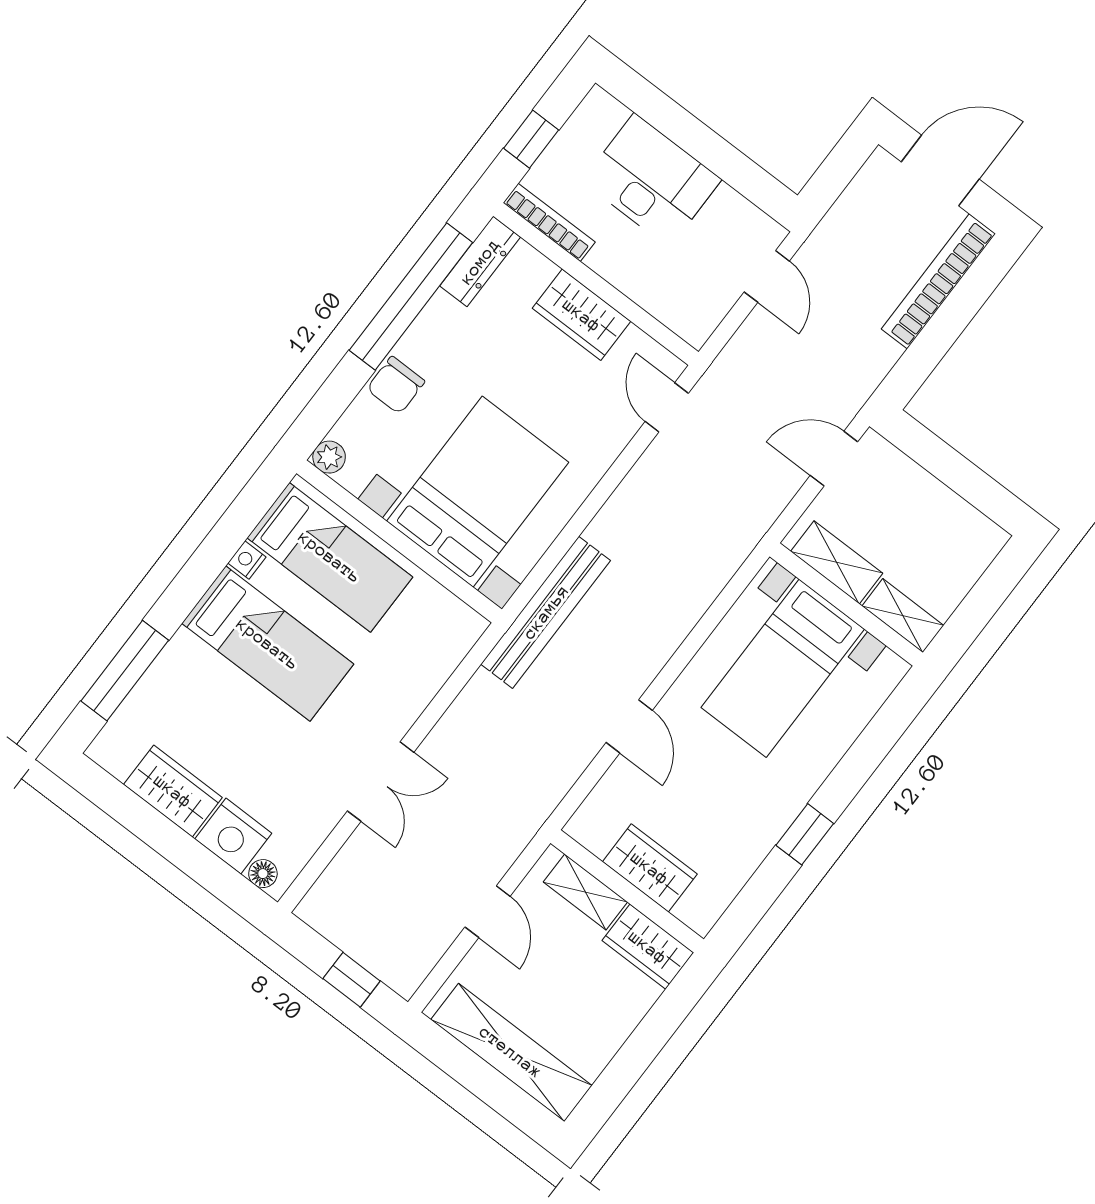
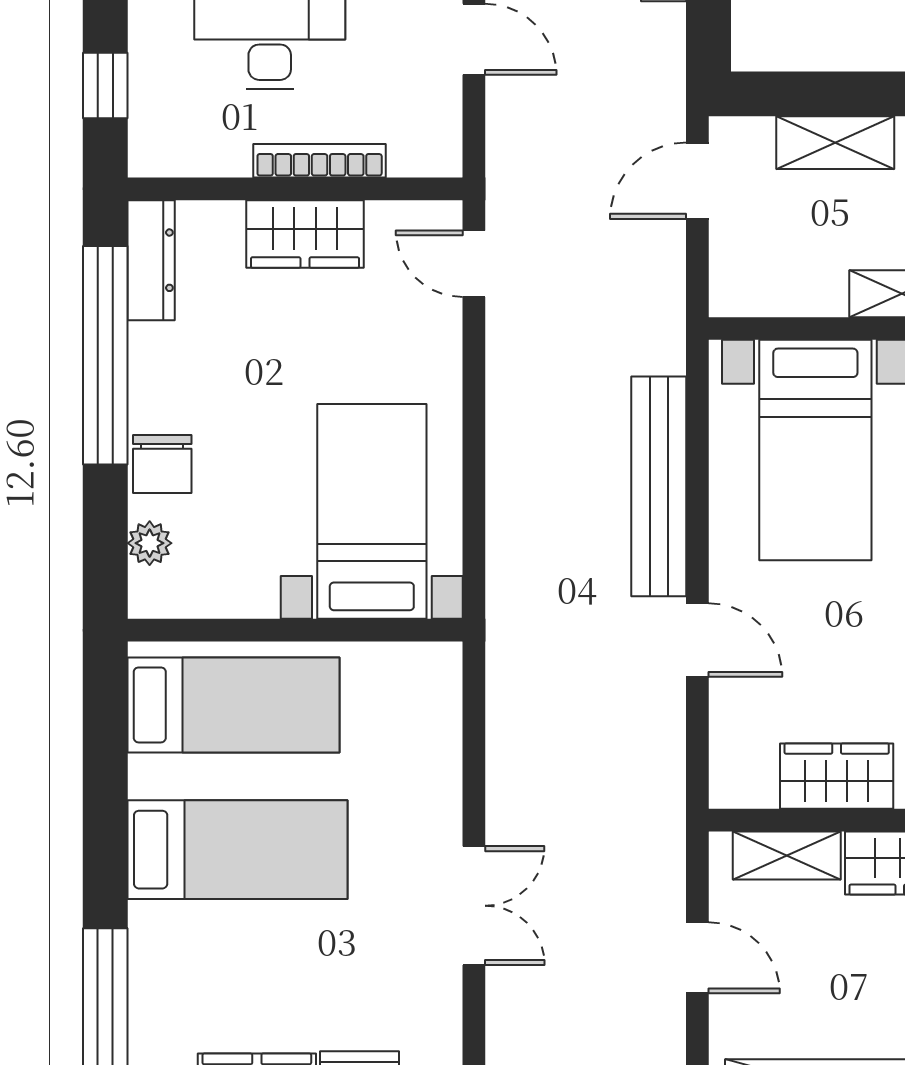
bookcase: (549, 222) -> (320, 161), moved
plant: (329, 457) -> (150, 543), moved
bed with nightstands: (478, 492) -> (372, 511), width x0.73
nightstand: (247, 560) -> (146, 776), removed
shelving: (837, 562) -> (835, 143), moved
bench: (546, 612) -> (659, 486), moved

